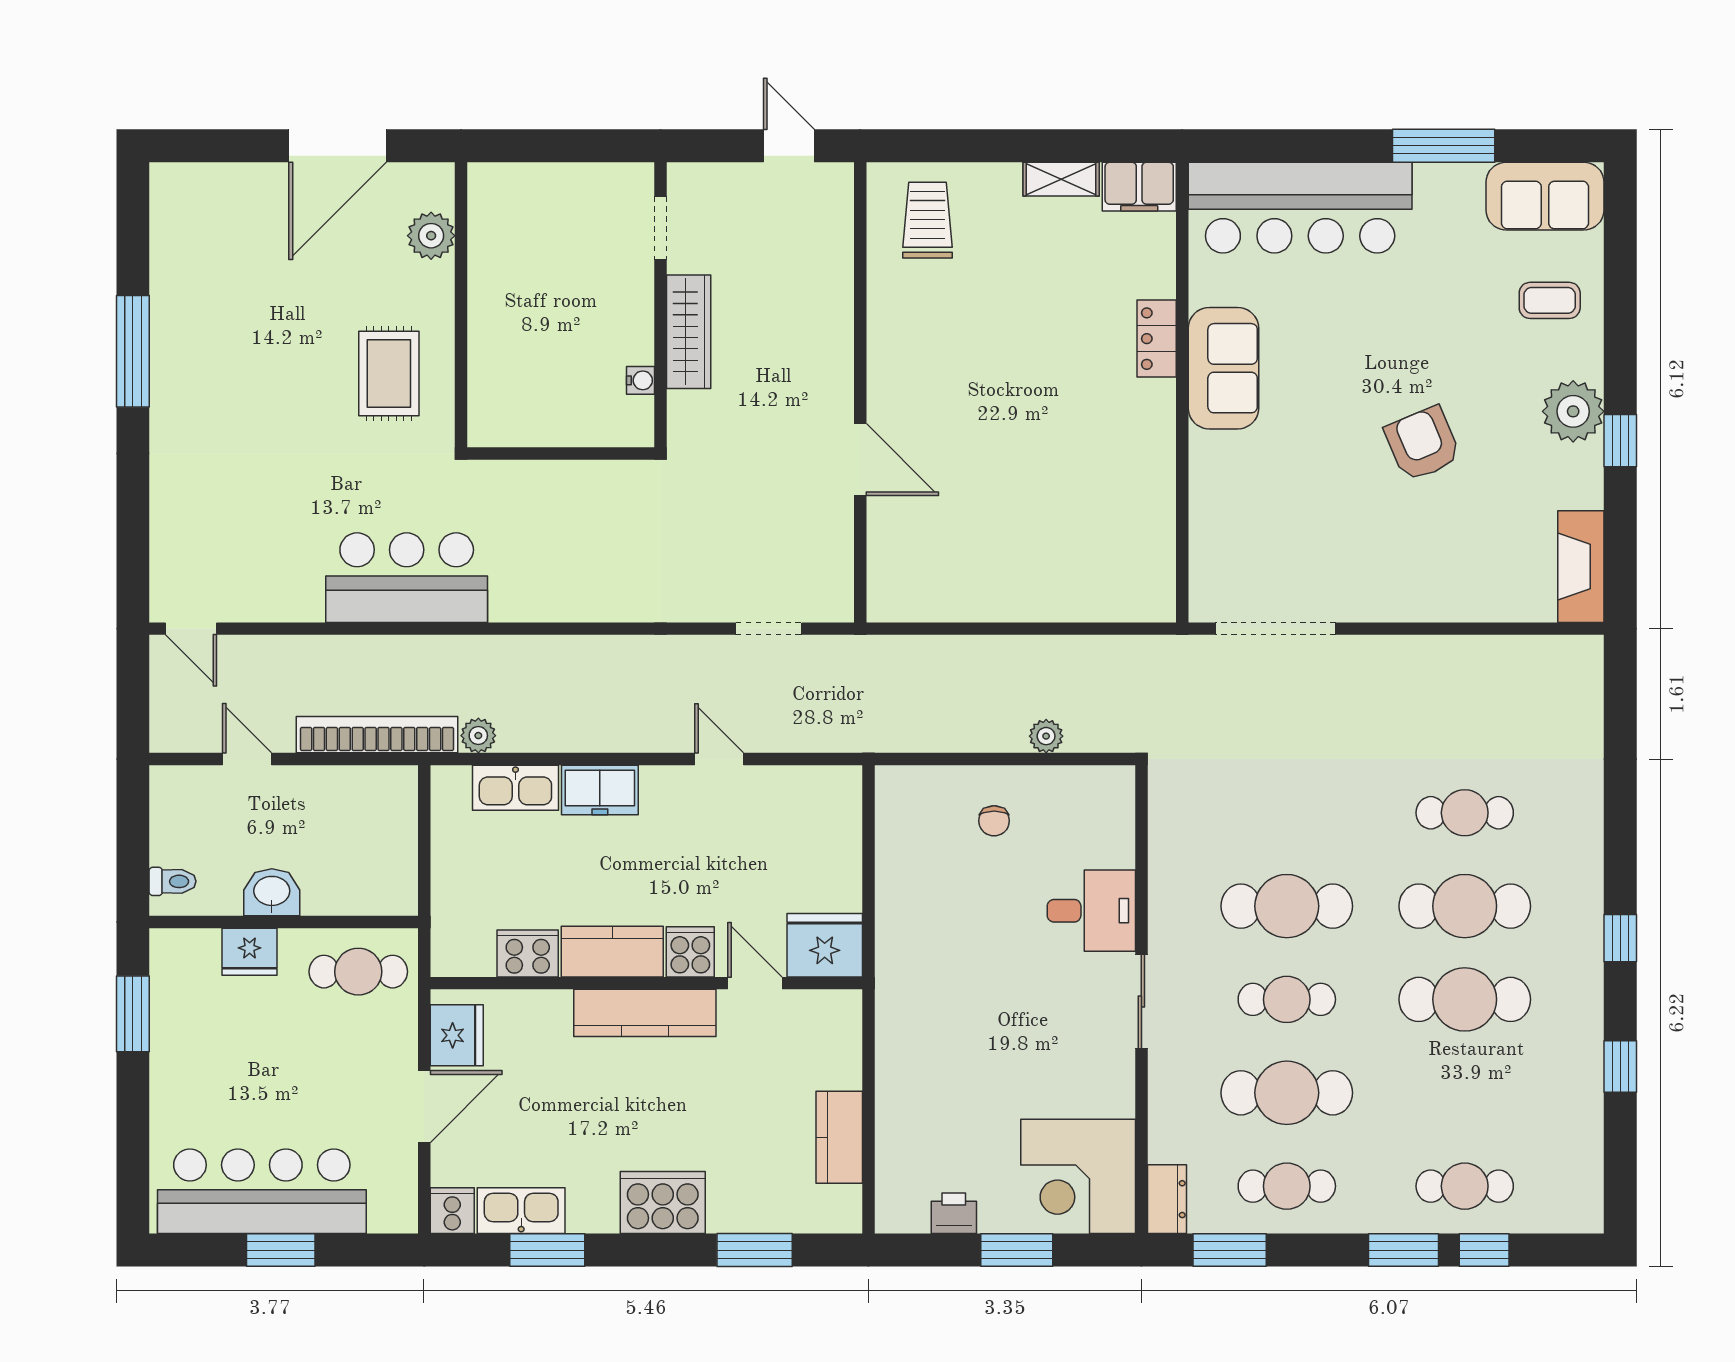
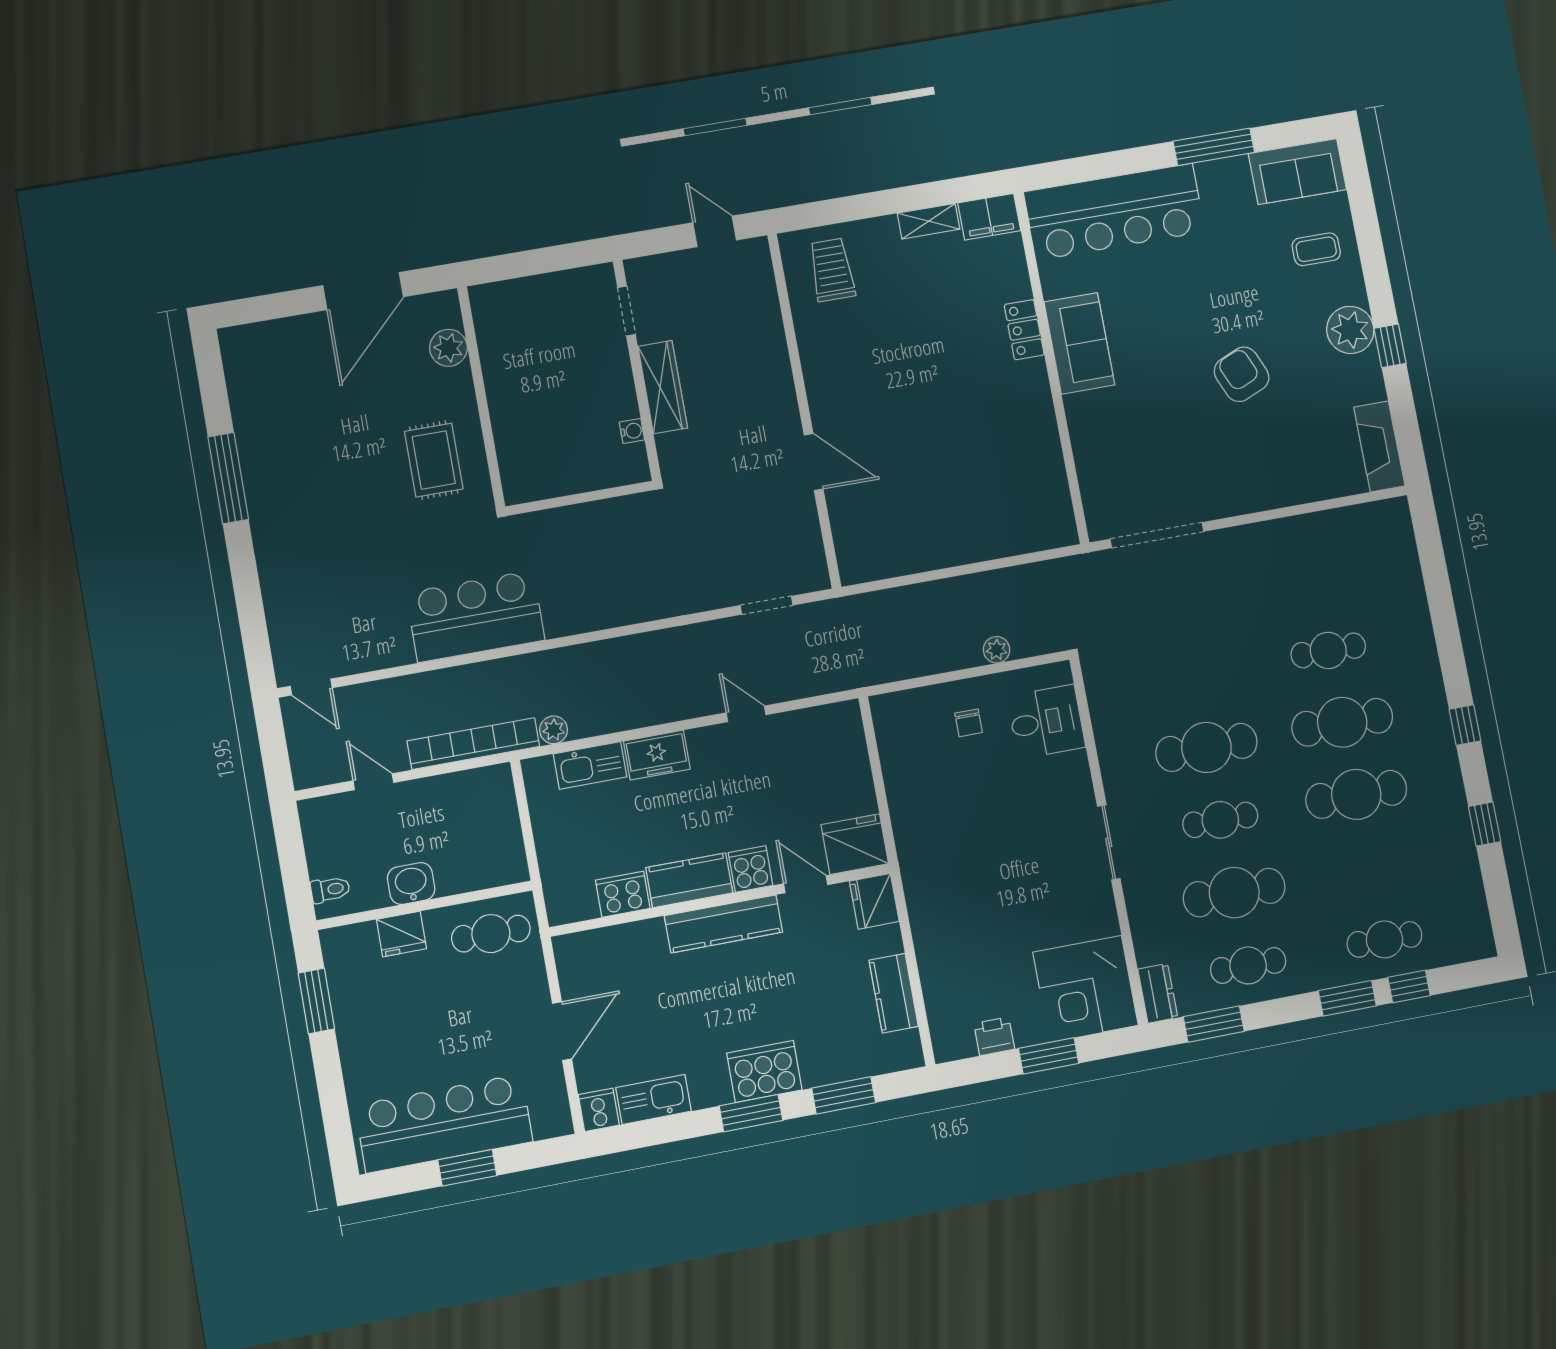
desk: (1091, 911) -> (1046, 722), moved
fridge: (457, 1035) -> (874, 901), moved, turned 180
window: (547, 1250) -> (751, 1113), moved

